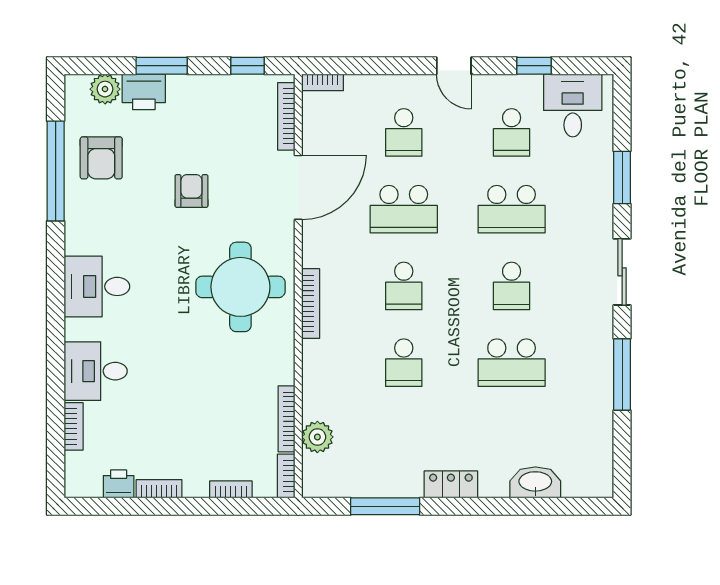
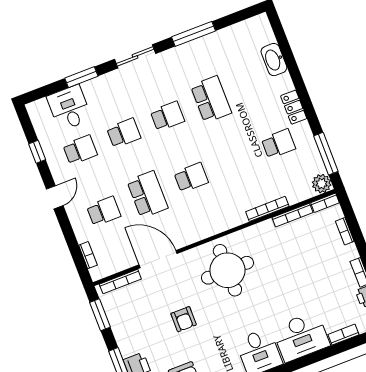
window: (247, 66) -> (100, 315), width x1.50
bookcase: (323, 82) -> (88, 255), moved
desk: (573, 105) -> (69, 108), moved, turned 90
armchair: (191, 191) -> (184, 319), turned -90
school desk: (512, 209) -> (124, 133), width x0.54
bookcase: (311, 304) -> (267, 209), moved
school desk: (404, 363) -> (278, 144), moved
desk: (96, 371) -> (301, 337), width x1.37
plant: (317, 437) -> (322, 184), moved
window: (385, 506) -> (326, 154), moved

